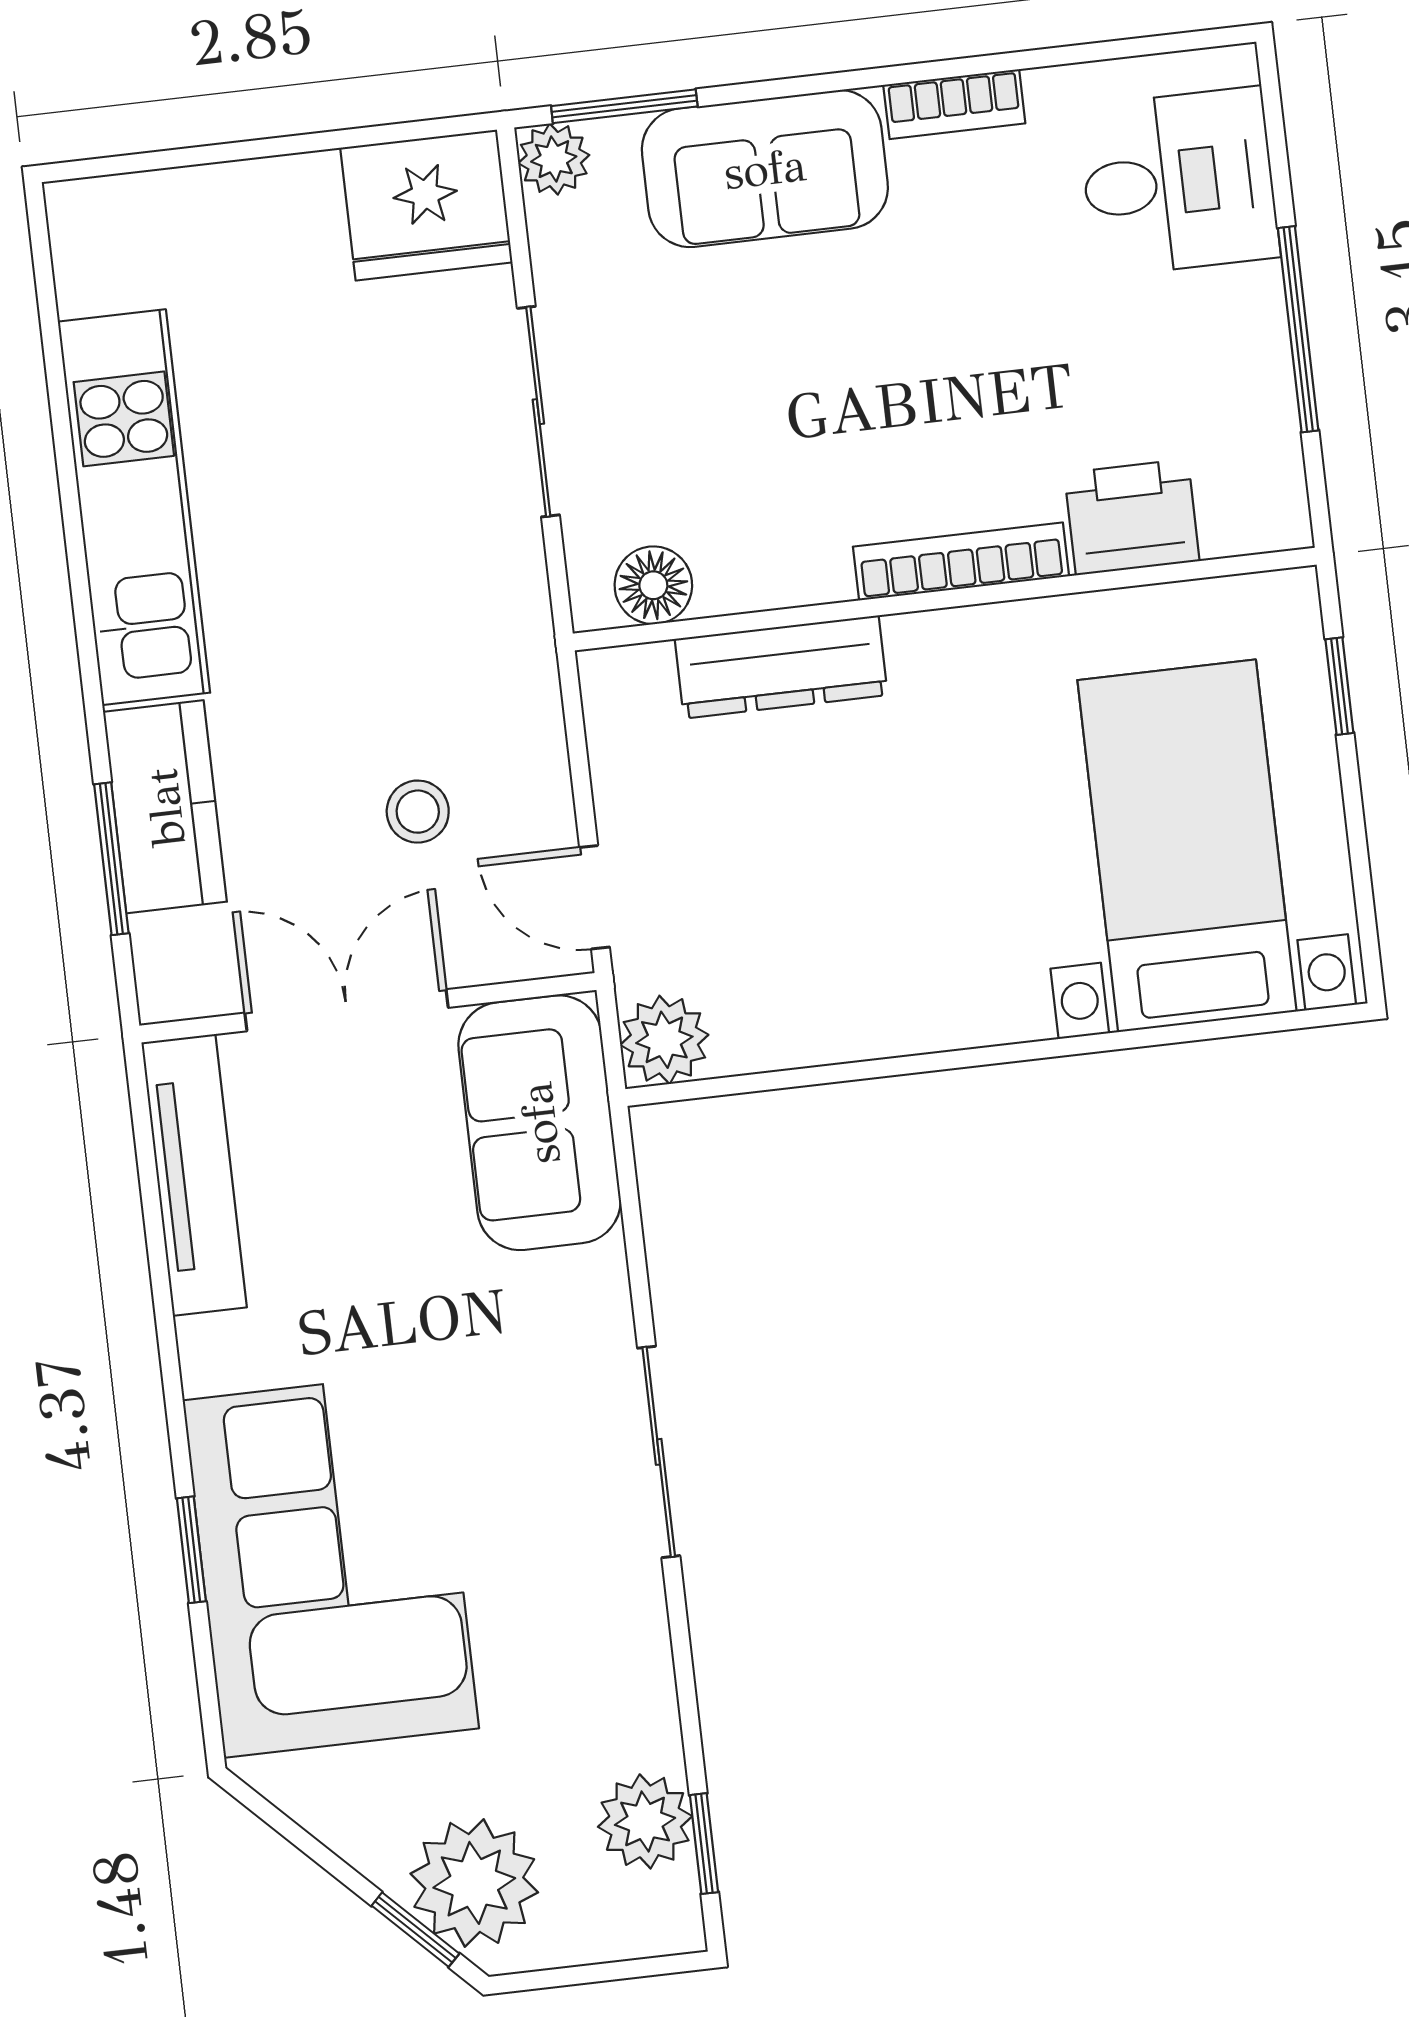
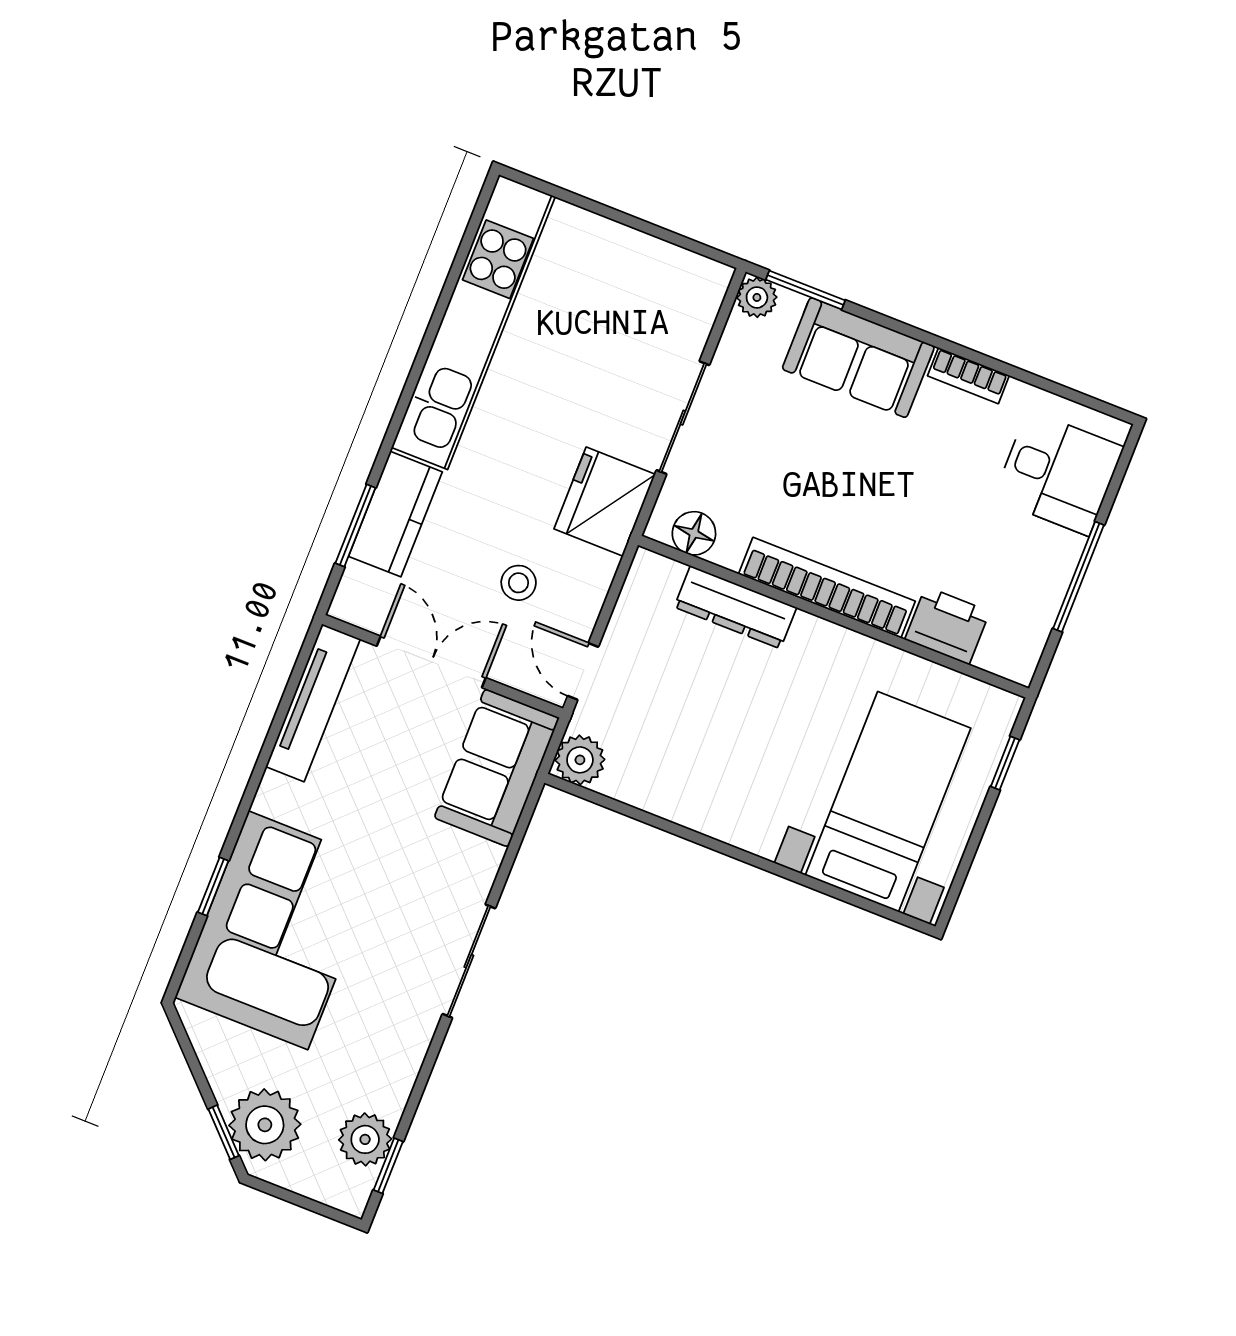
fridge: (426, 205) -> (605, 502), moved, turned 90
kitchen unit: (134, 507) -> (473, 322), width x1.36
bookcase: (961, 561) -> (827, 588), width x1.48, depth x1.31

